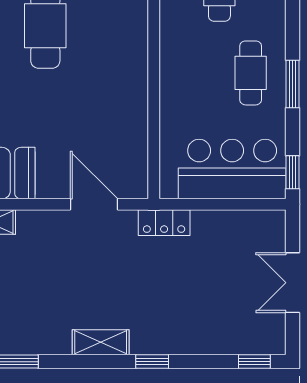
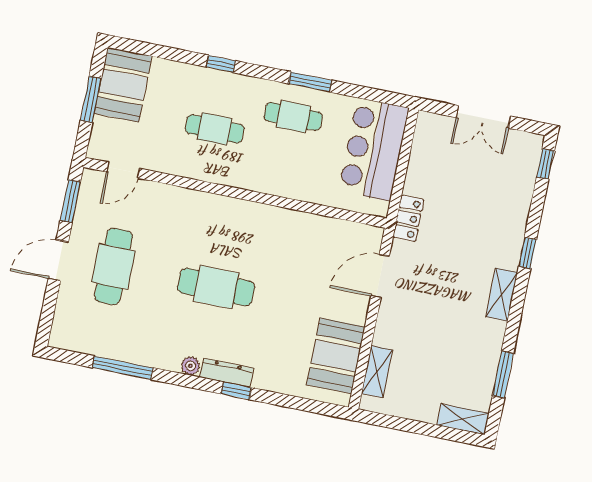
window: (293, 172) -> (387, 97), removed

